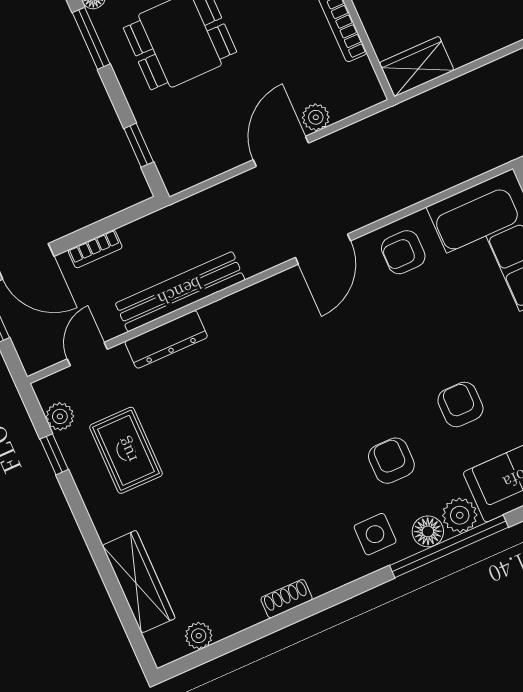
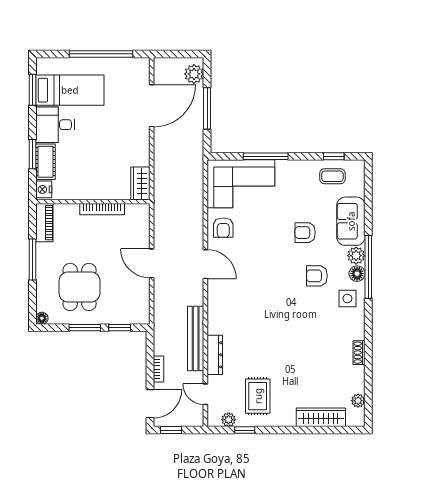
window: (91, 38) -> (85, 328), moved
plant: (316, 117) -> (143, 240), removed
rug: (126, 450) -> (258, 396), turned 90

